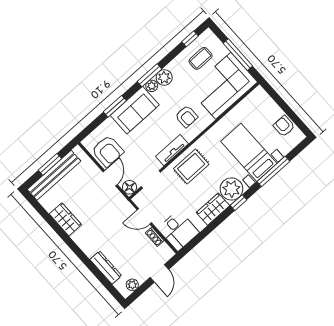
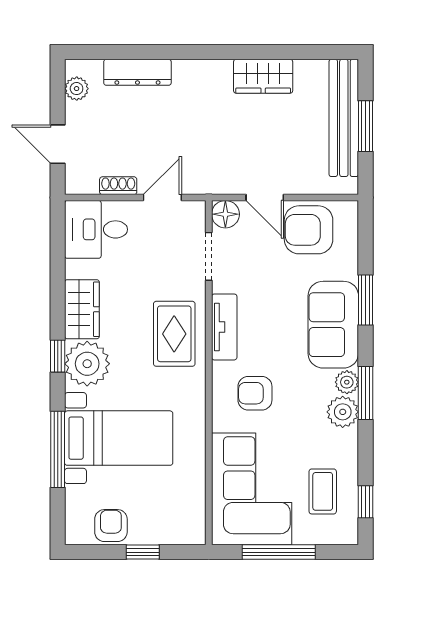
window: (283, 105) -> (143, 552), added
armchair: (284, 126) -> (111, 526), turned -90

